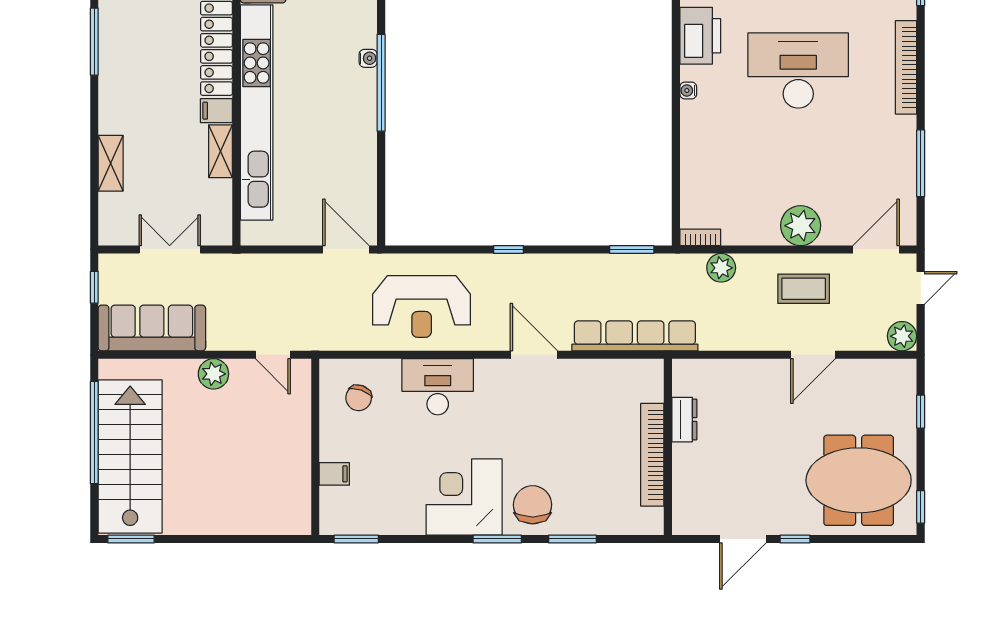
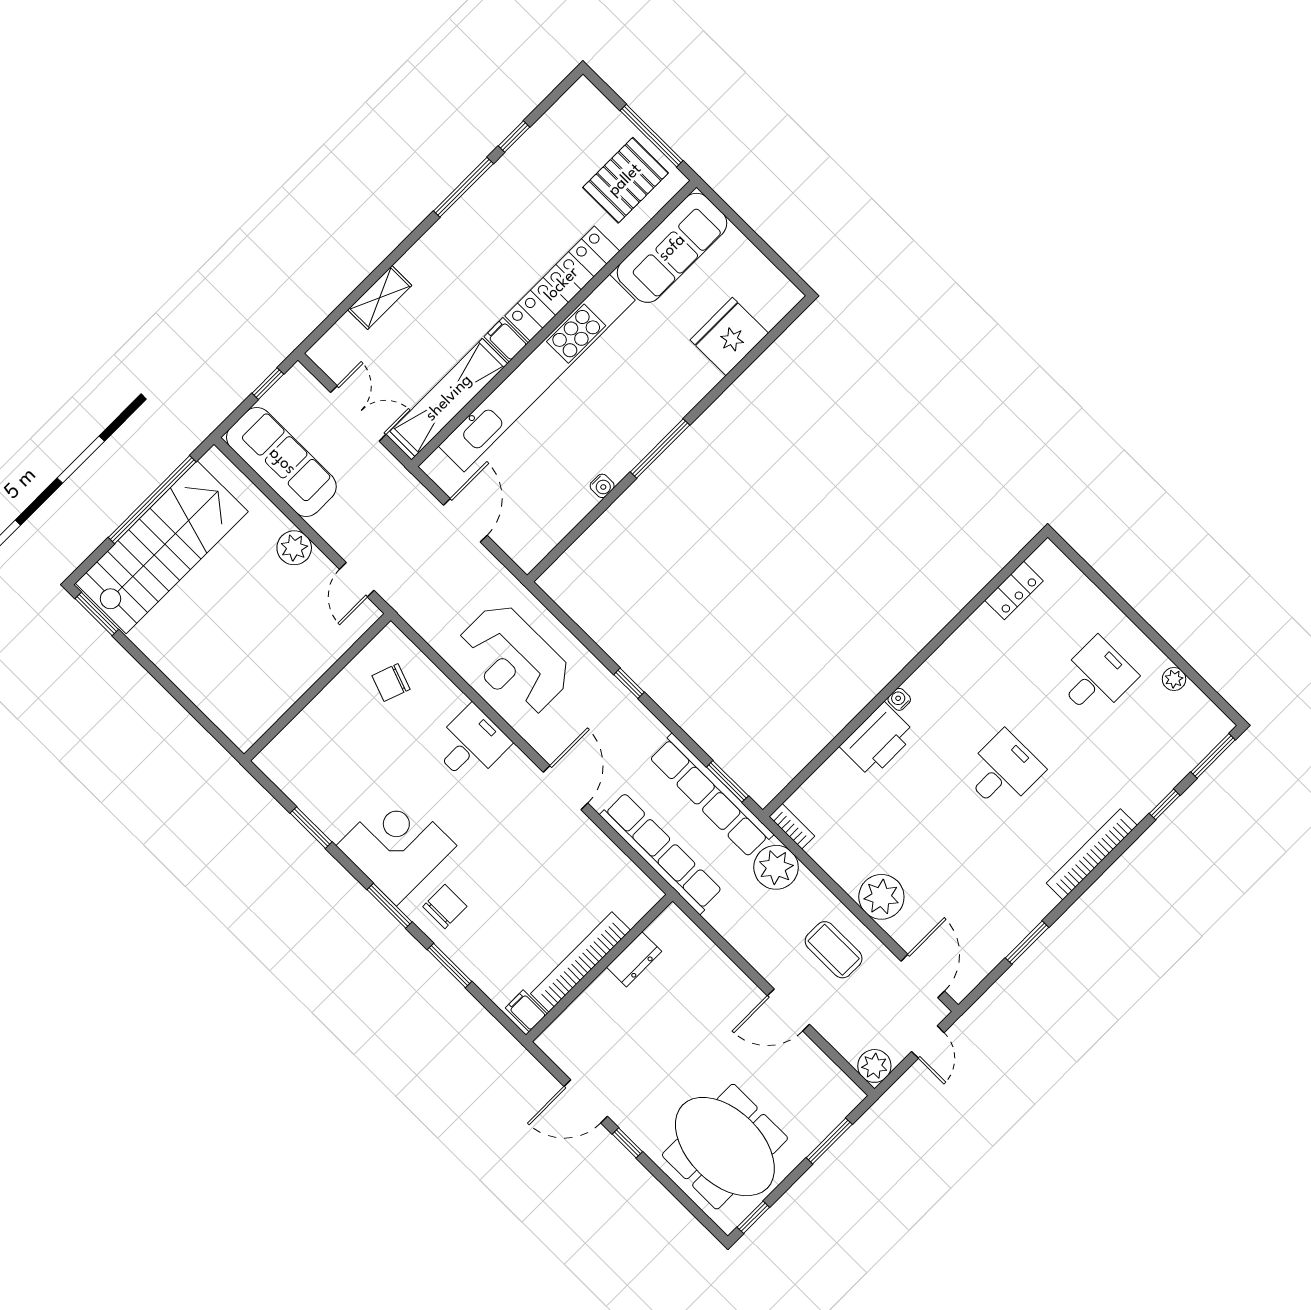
printer: (700, 36) -> (878, 740), moved
water cooler: (368, 58) -> (602, 486), moved
desk: (798, 71) -> (1003, 771), width x0.53, depth x0.77
window: (381, 83) -> (660, 449), width x0.68
shelving: (220, 151) -> (449, 398), width x2.20, depth x1.33
window: (921, 163) -> (1027, 943), width x0.69
door: (346, 249) -> (465, 520), moved
door: (876, 249) -> (923, 976), hinge flipped
plant: (721, 268) -> (776, 867), width x1.36, depth x1.36
row of seats: (630, 269) -> (711, 796), added
door: (921, 288) -> (928, 1042), hinge flipped
desk: (438, 387) -> (471, 744), width x0.73
window: (921, 412) -> (829, 1141), width x1.50
filing cabinet: (334, 474) -> (526, 1011), moved, turned 180
chair: (533, 505) -> (445, 906), width x0.73, depth x0.73
window: (356, 539) -> (311, 828), moved

